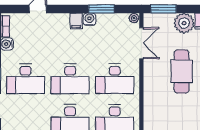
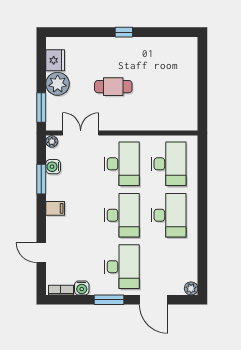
water cooler: (89, 19) -> (53, 167), moved
cafe table: (182, 71) -> (113, 87), width x0.73, depth x0.74

